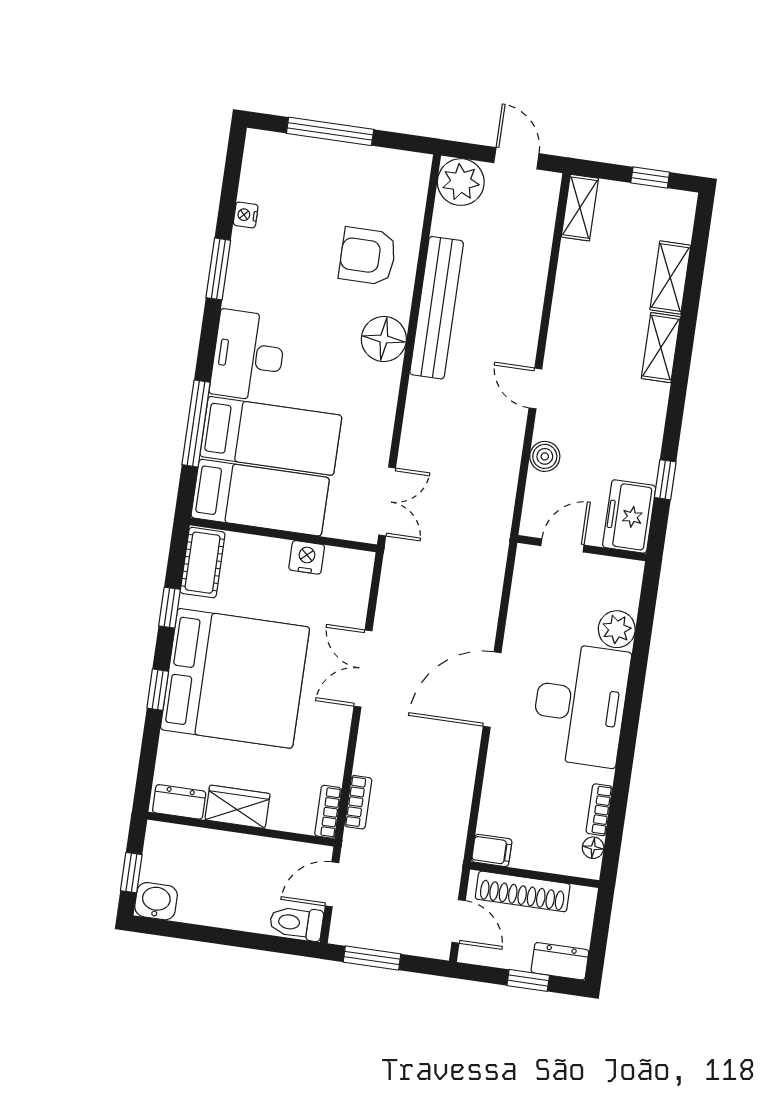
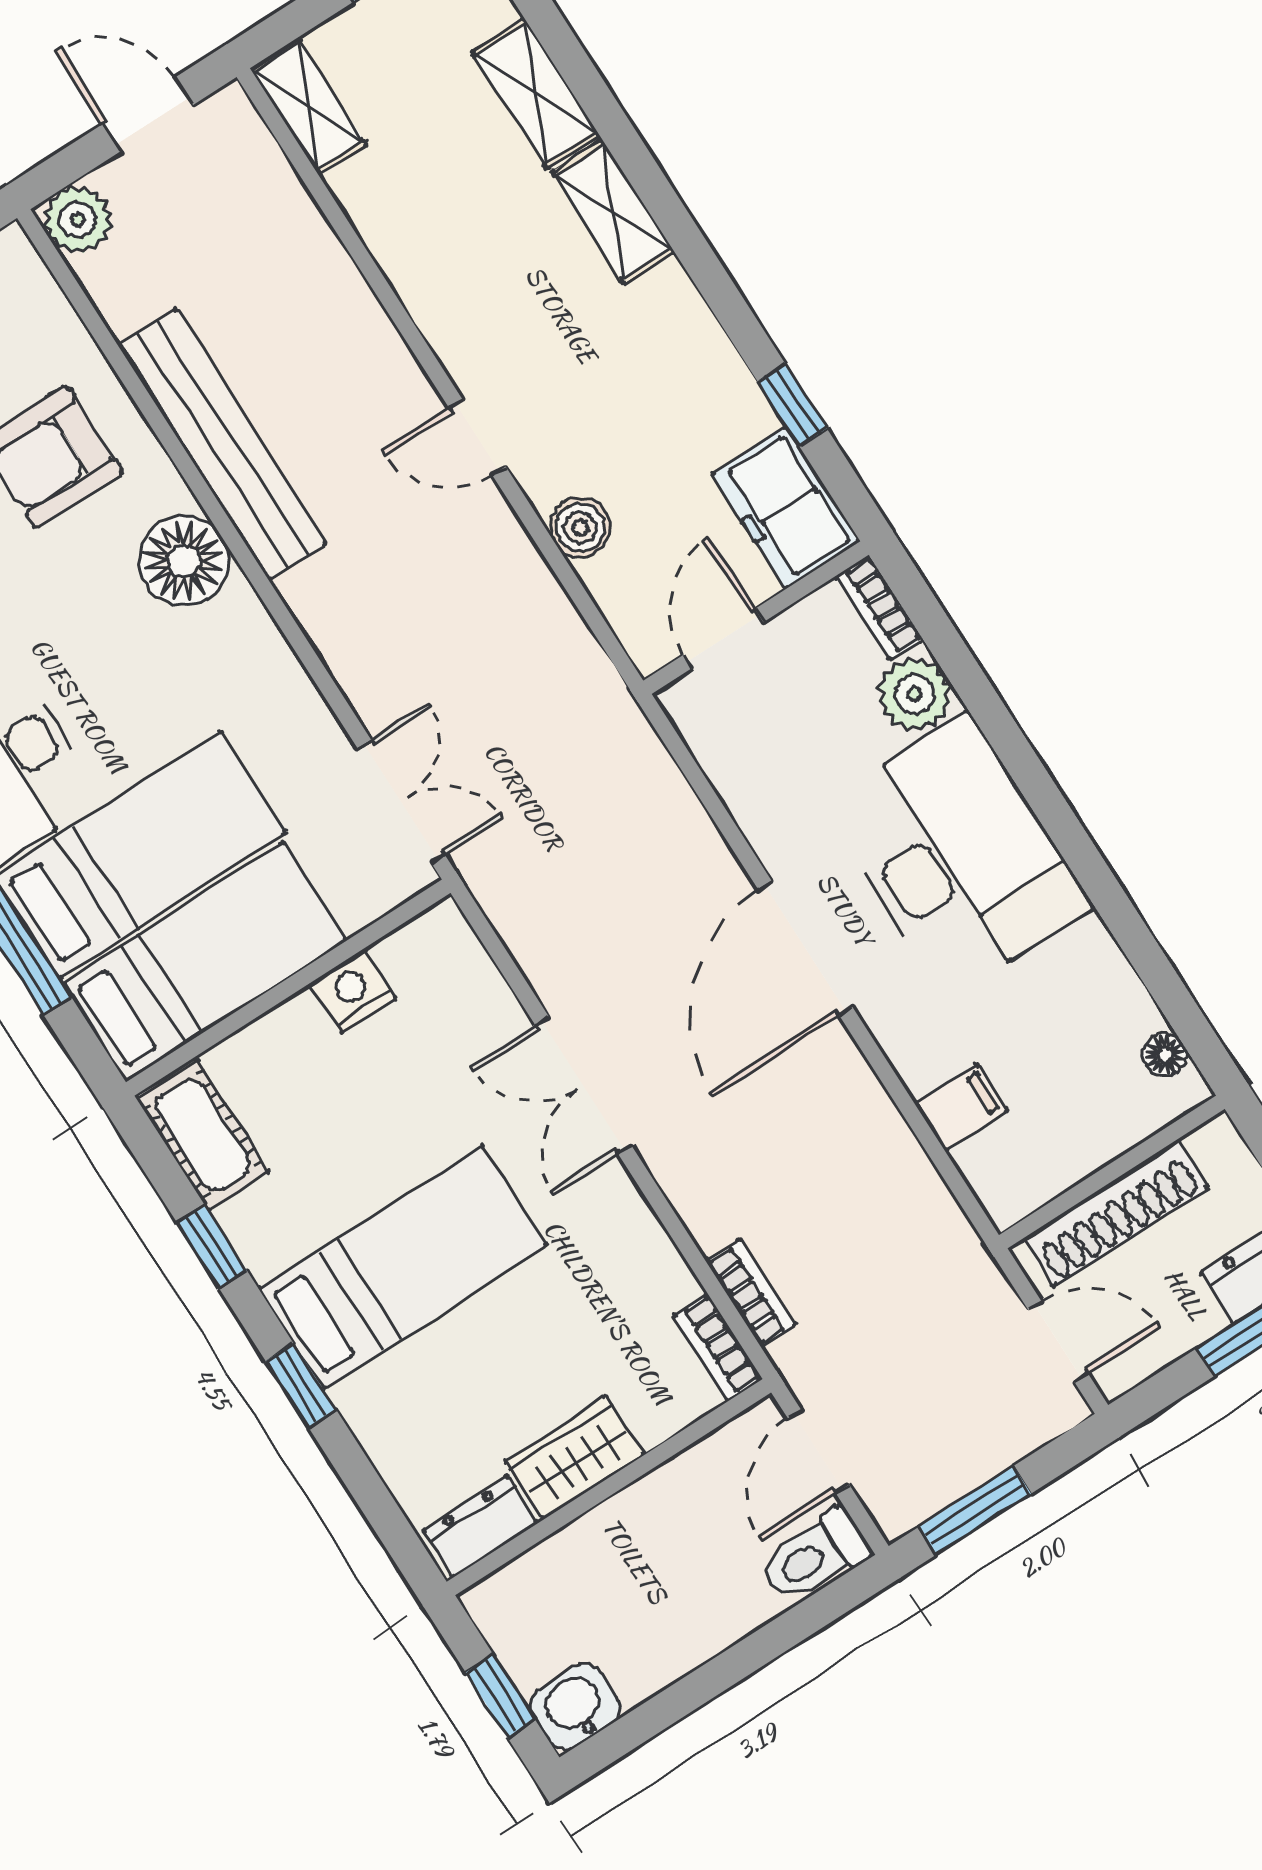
plant: (461, 182) -> (78, 220), width x0.73, depth x0.73
bed: (235, 678) -> (403, 1267), width x0.49
bookcase: (599, 810) -> (879, 607), moved
filing cabinet: (492, 850) -> (961, 1107), moved

